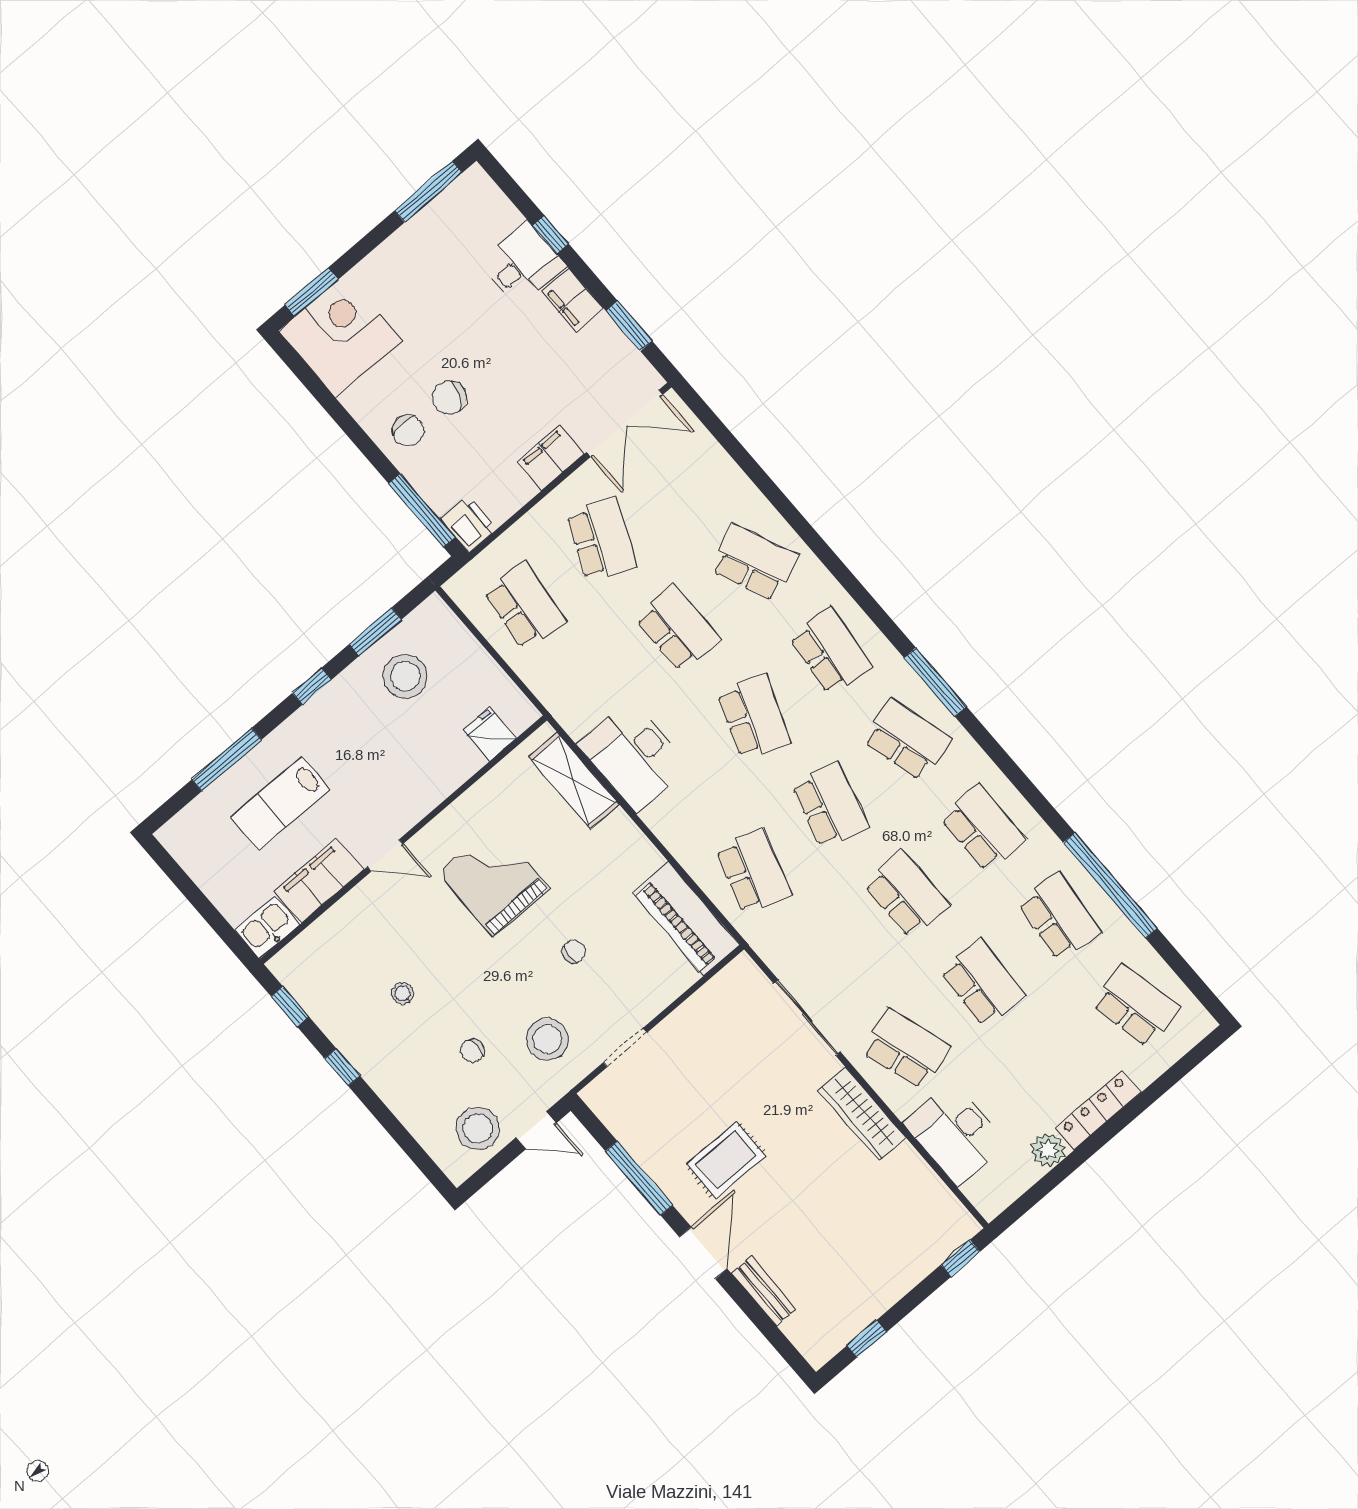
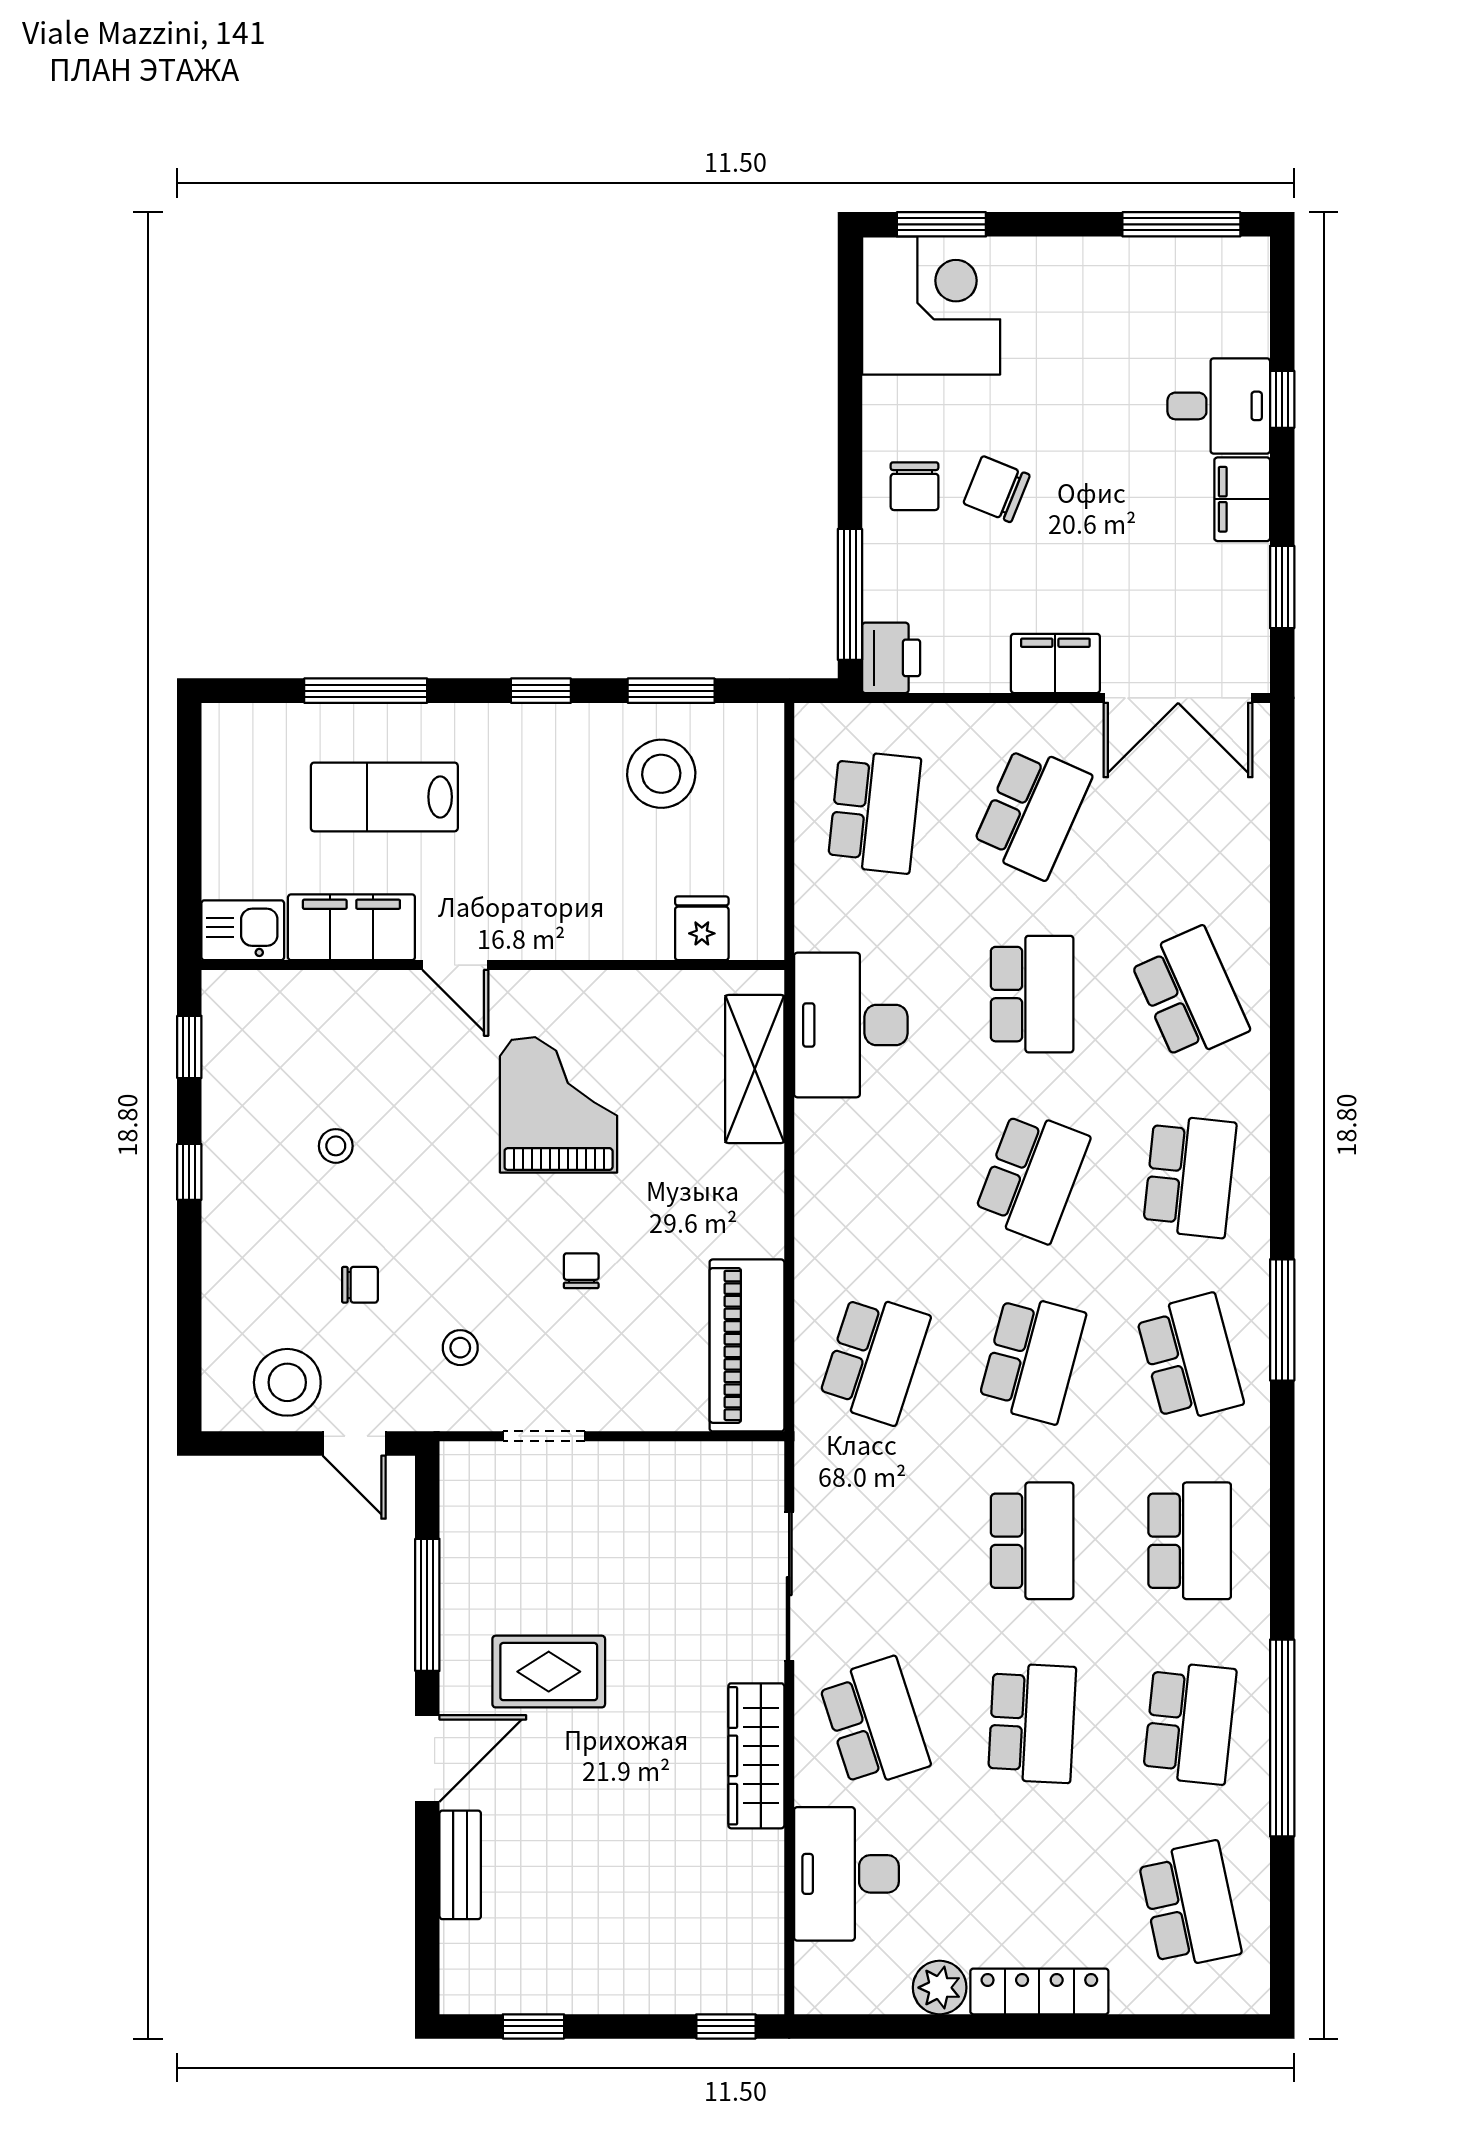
desk: (634, 755) -> (851, 1025), moved
chair: (574, 951) -> (581, 1271), turned -90
stool: (547, 1039) -> (460, 1348), width x0.53, depth x0.53
chair: (472, 1051) -> (360, 1285), turned 180

